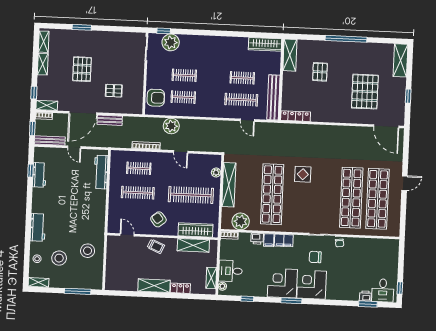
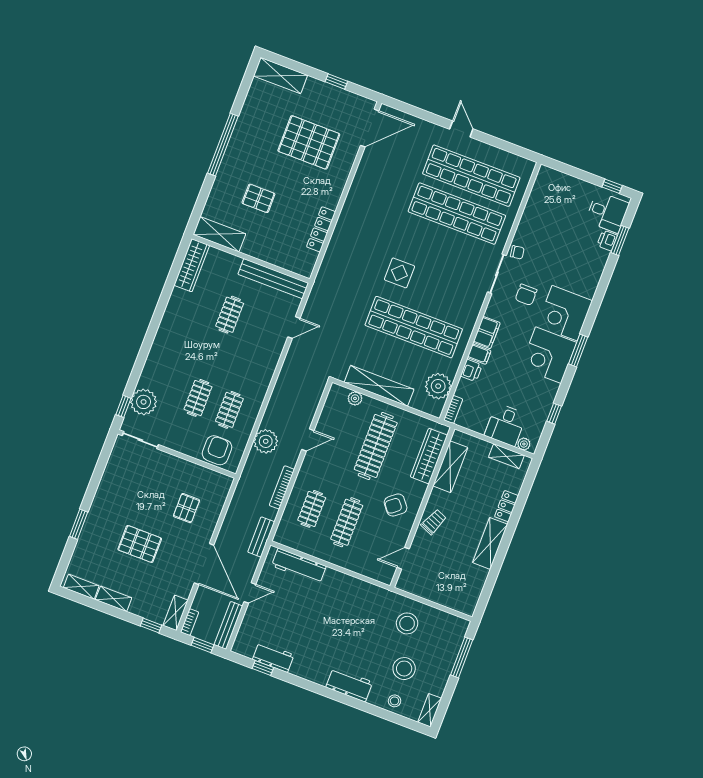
clothes rail: (241, 100) -> (261, 327), removed
locker: (296, 116) -> (321, 229), moved
bench: (110, 120) -> (261, 537), moved

